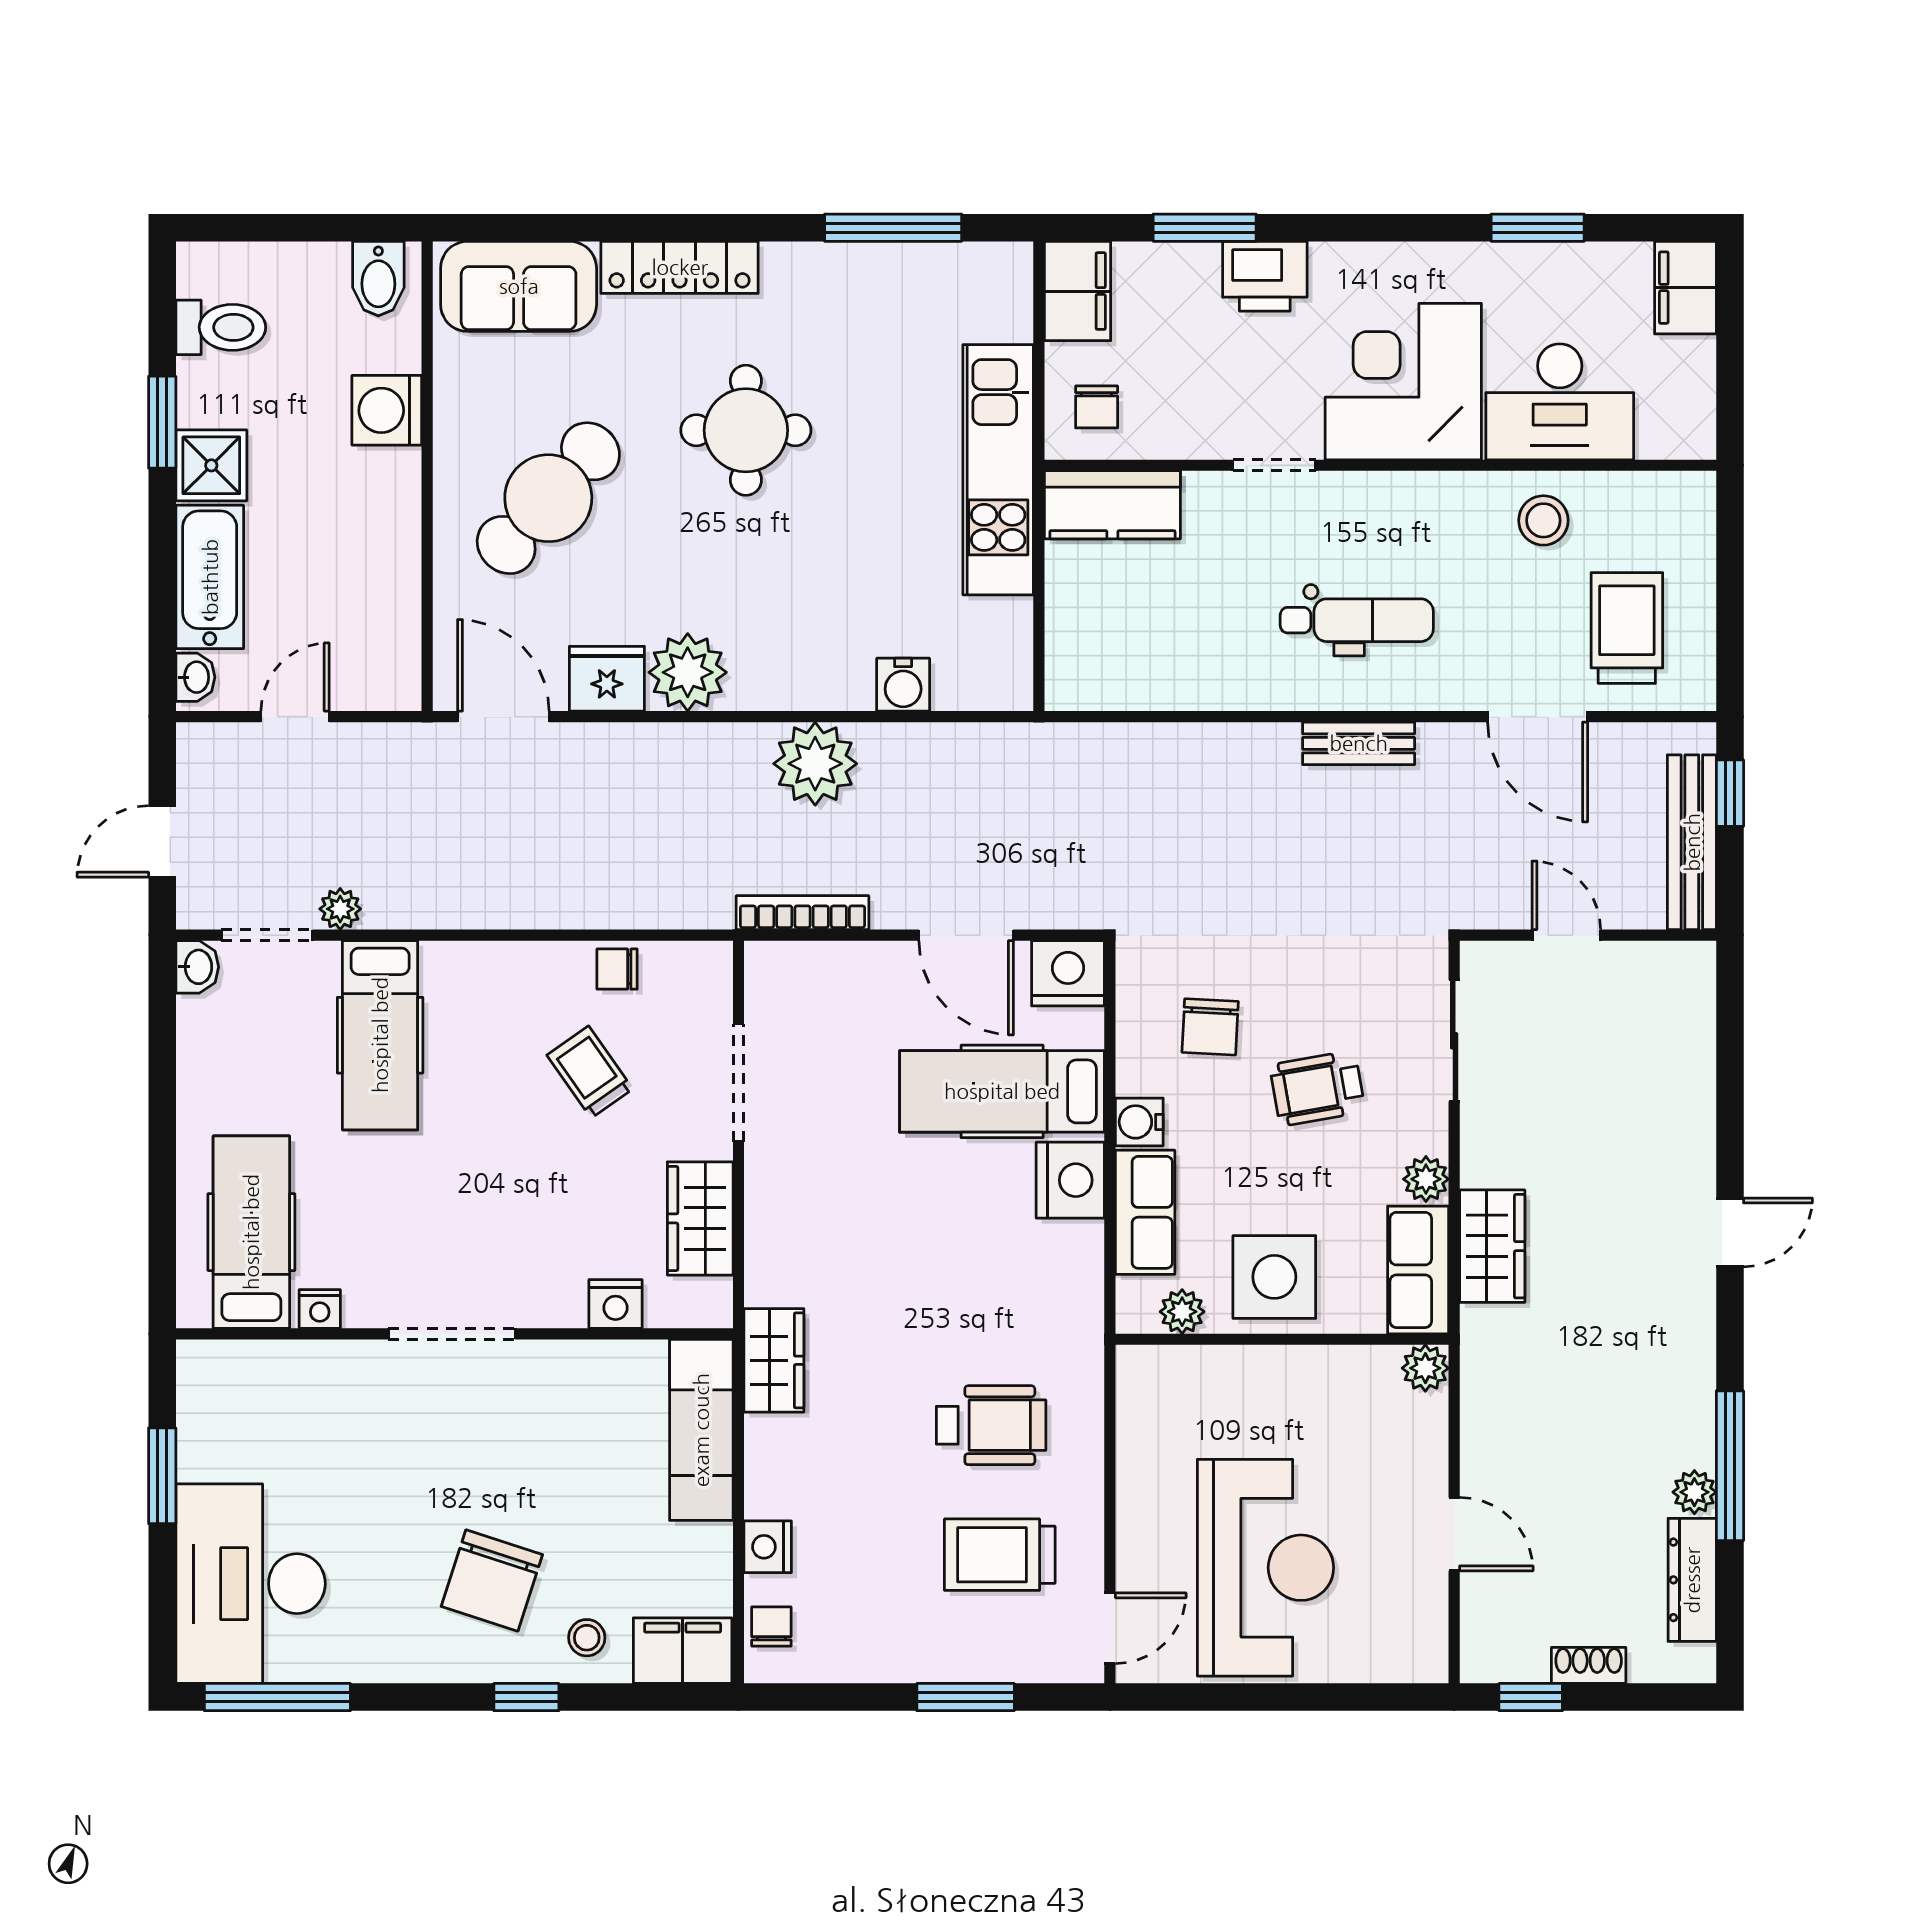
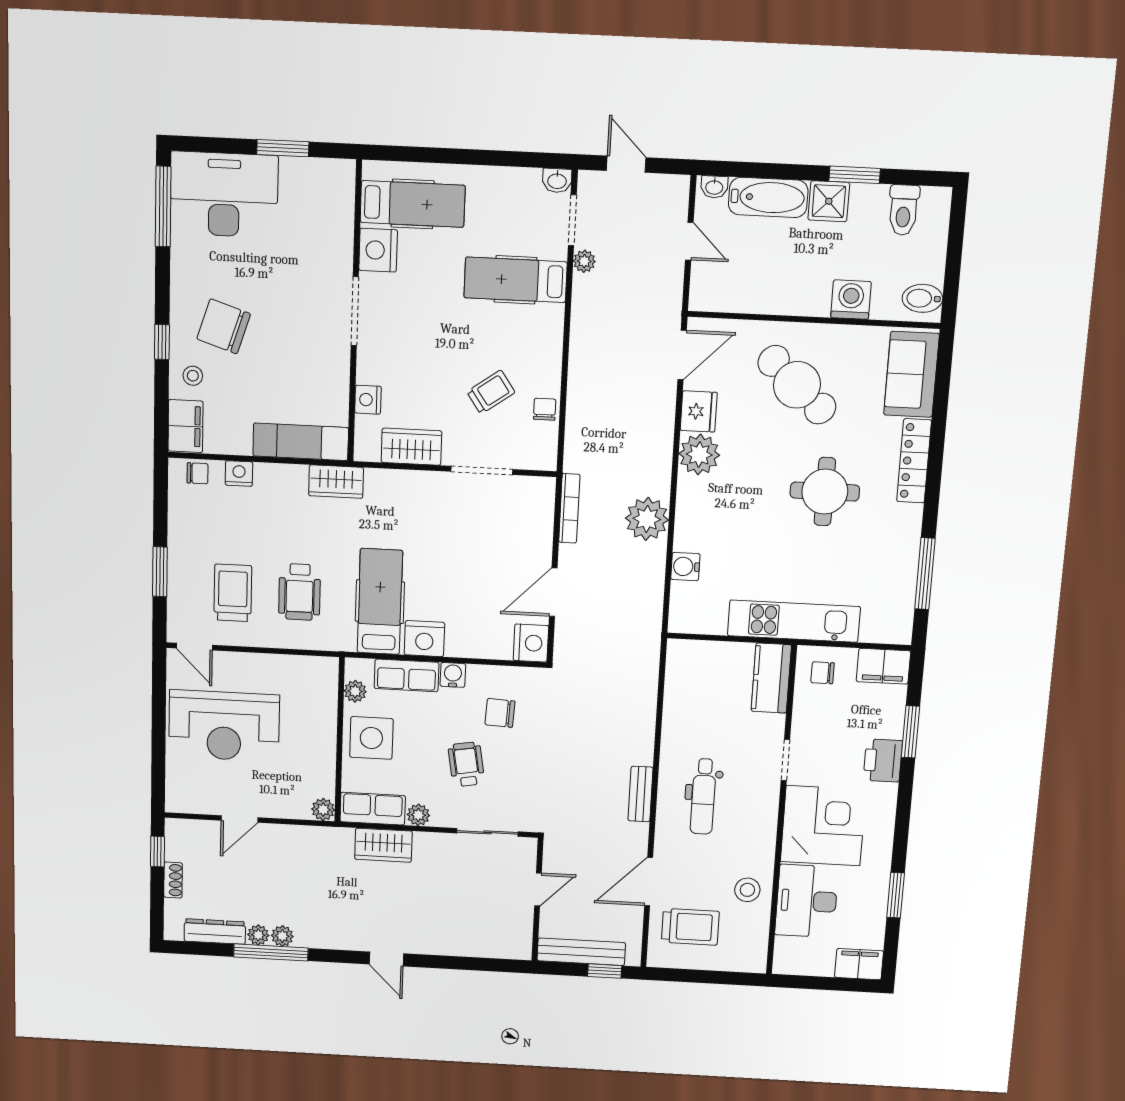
hospital bed: (1002, 1091) -> (380, 602), moved
nightstand: (320, 1309) -> (378, 250), width x1.89, depth x1.79
plant: (1694, 1443) -> (282, 936), added

